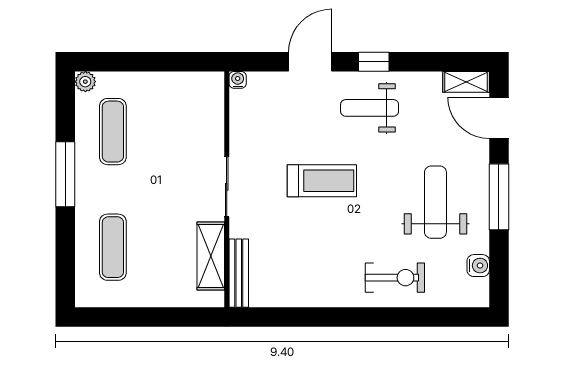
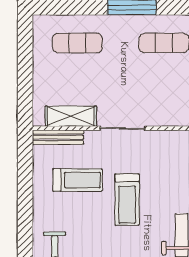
treadmill: (296, 247) -> (77, 180), added

